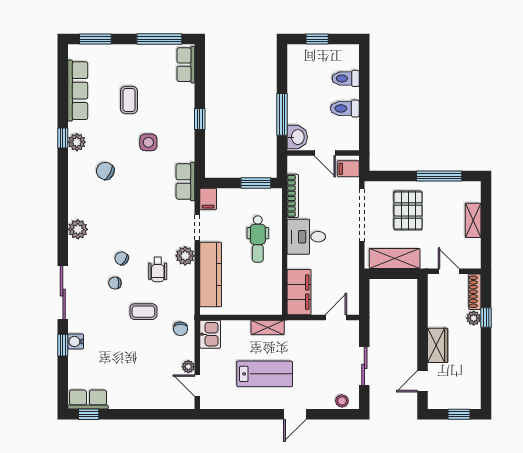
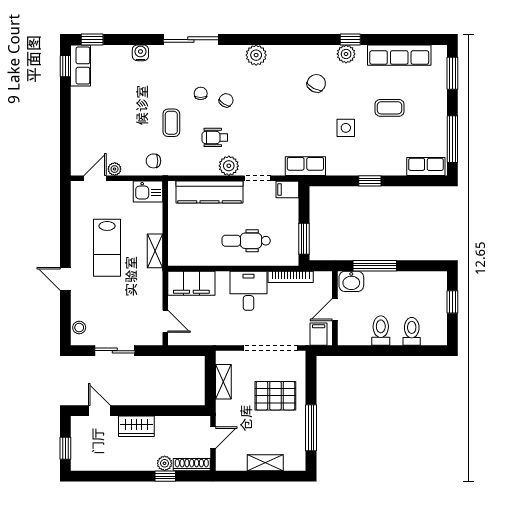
shelving: (395, 259) -> (223, 382), width x0.67, depth x0.75
window: (63, 345) -> (92, 40), moved

